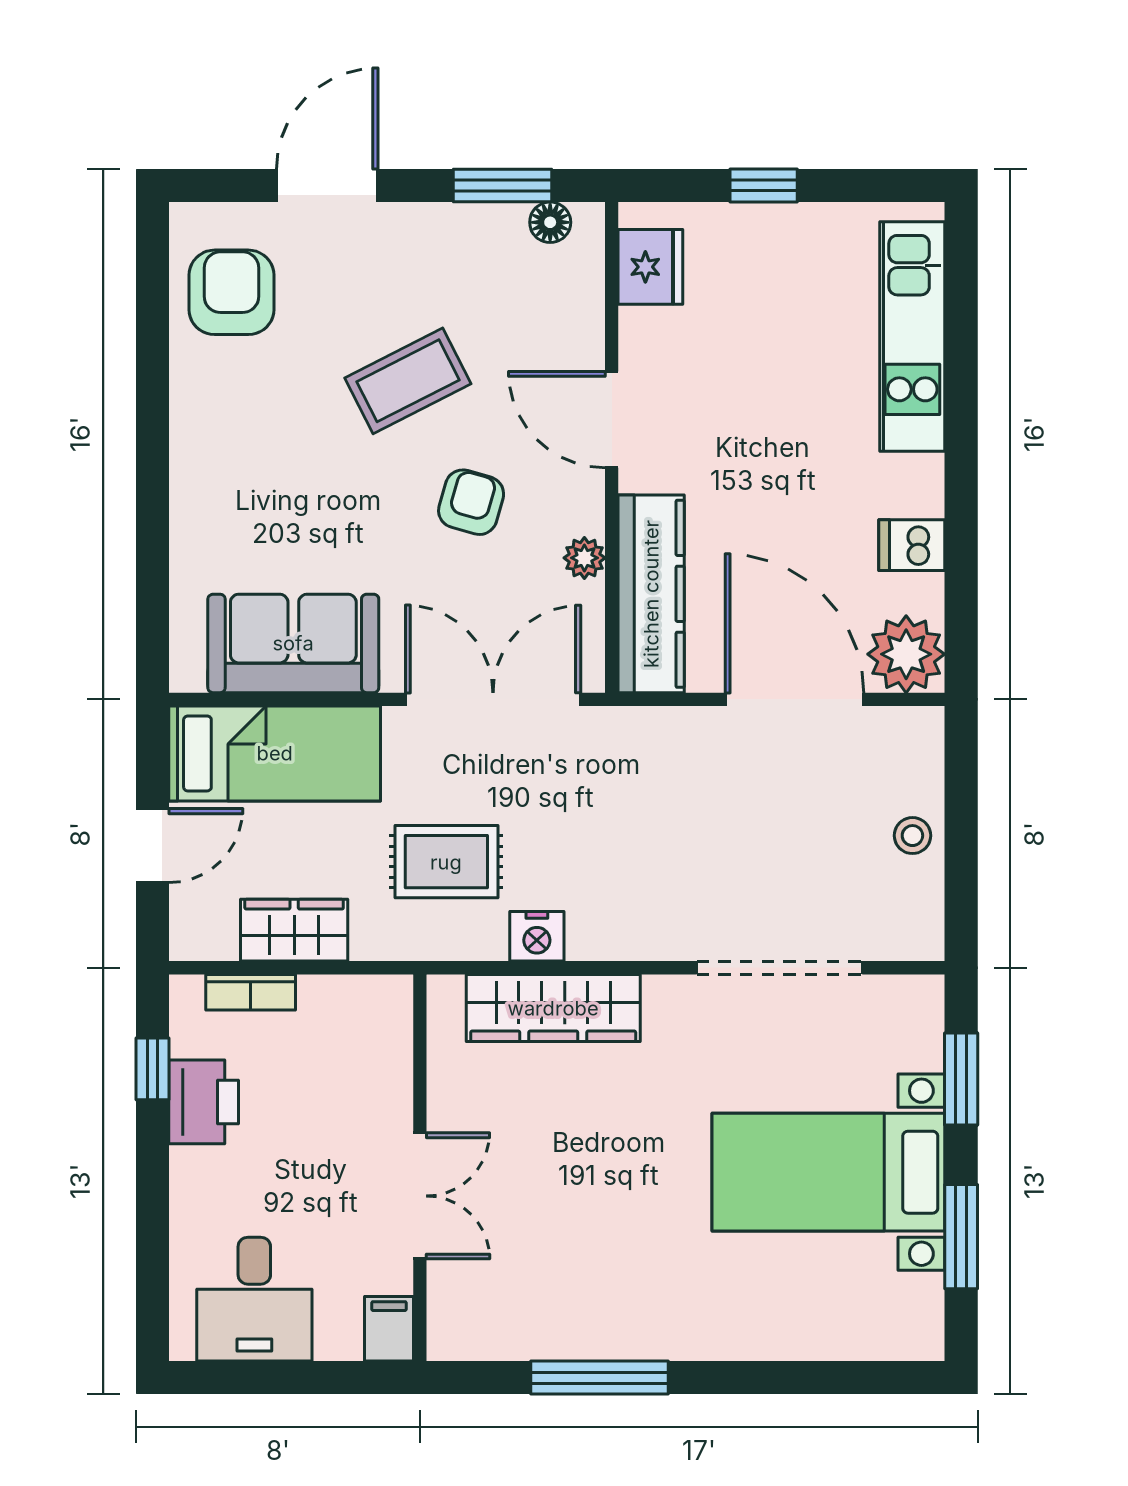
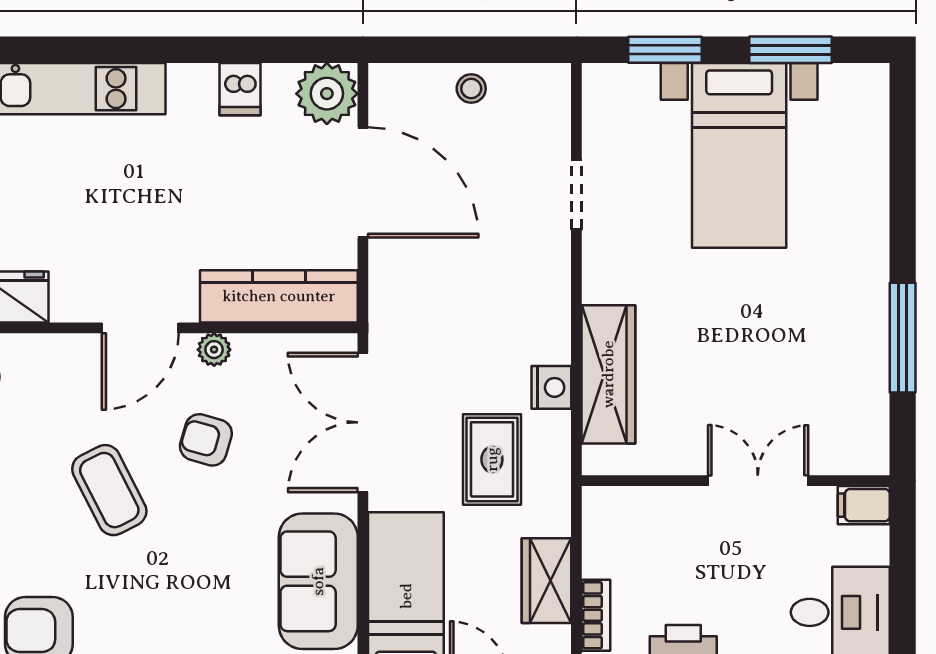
plant: (584, 558) -> (214, 350), moved
door: (794, 699) -> (363, 182), swing flipped
doorway: (779, 968) -> (576, 194), width x0.53

